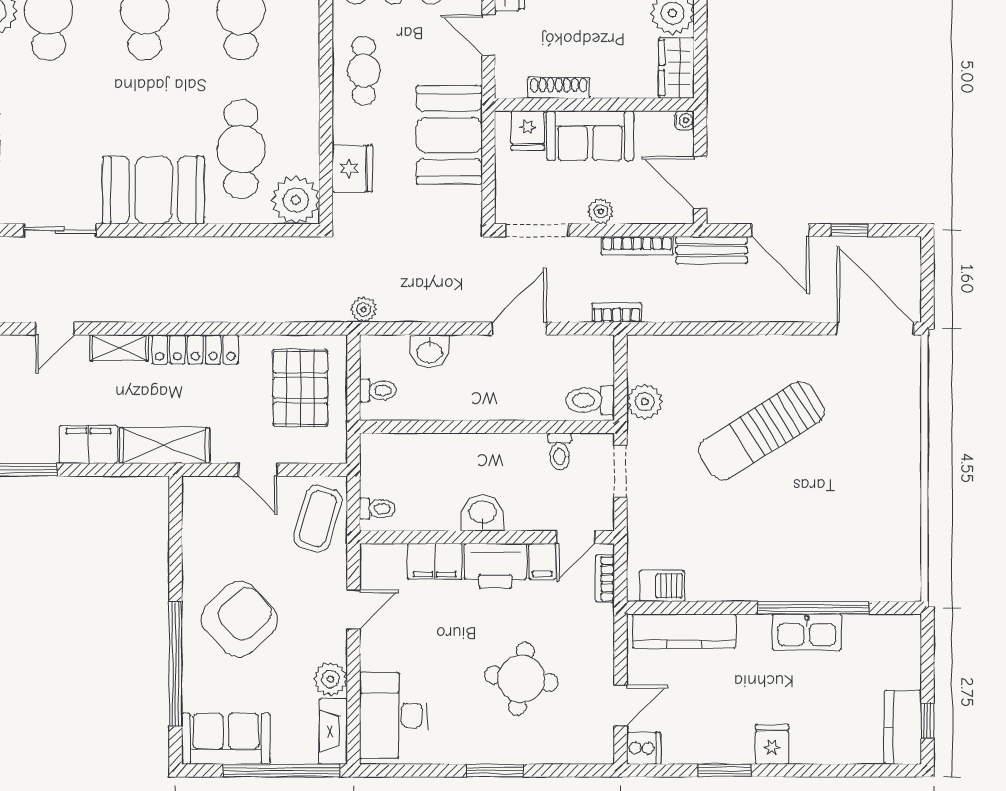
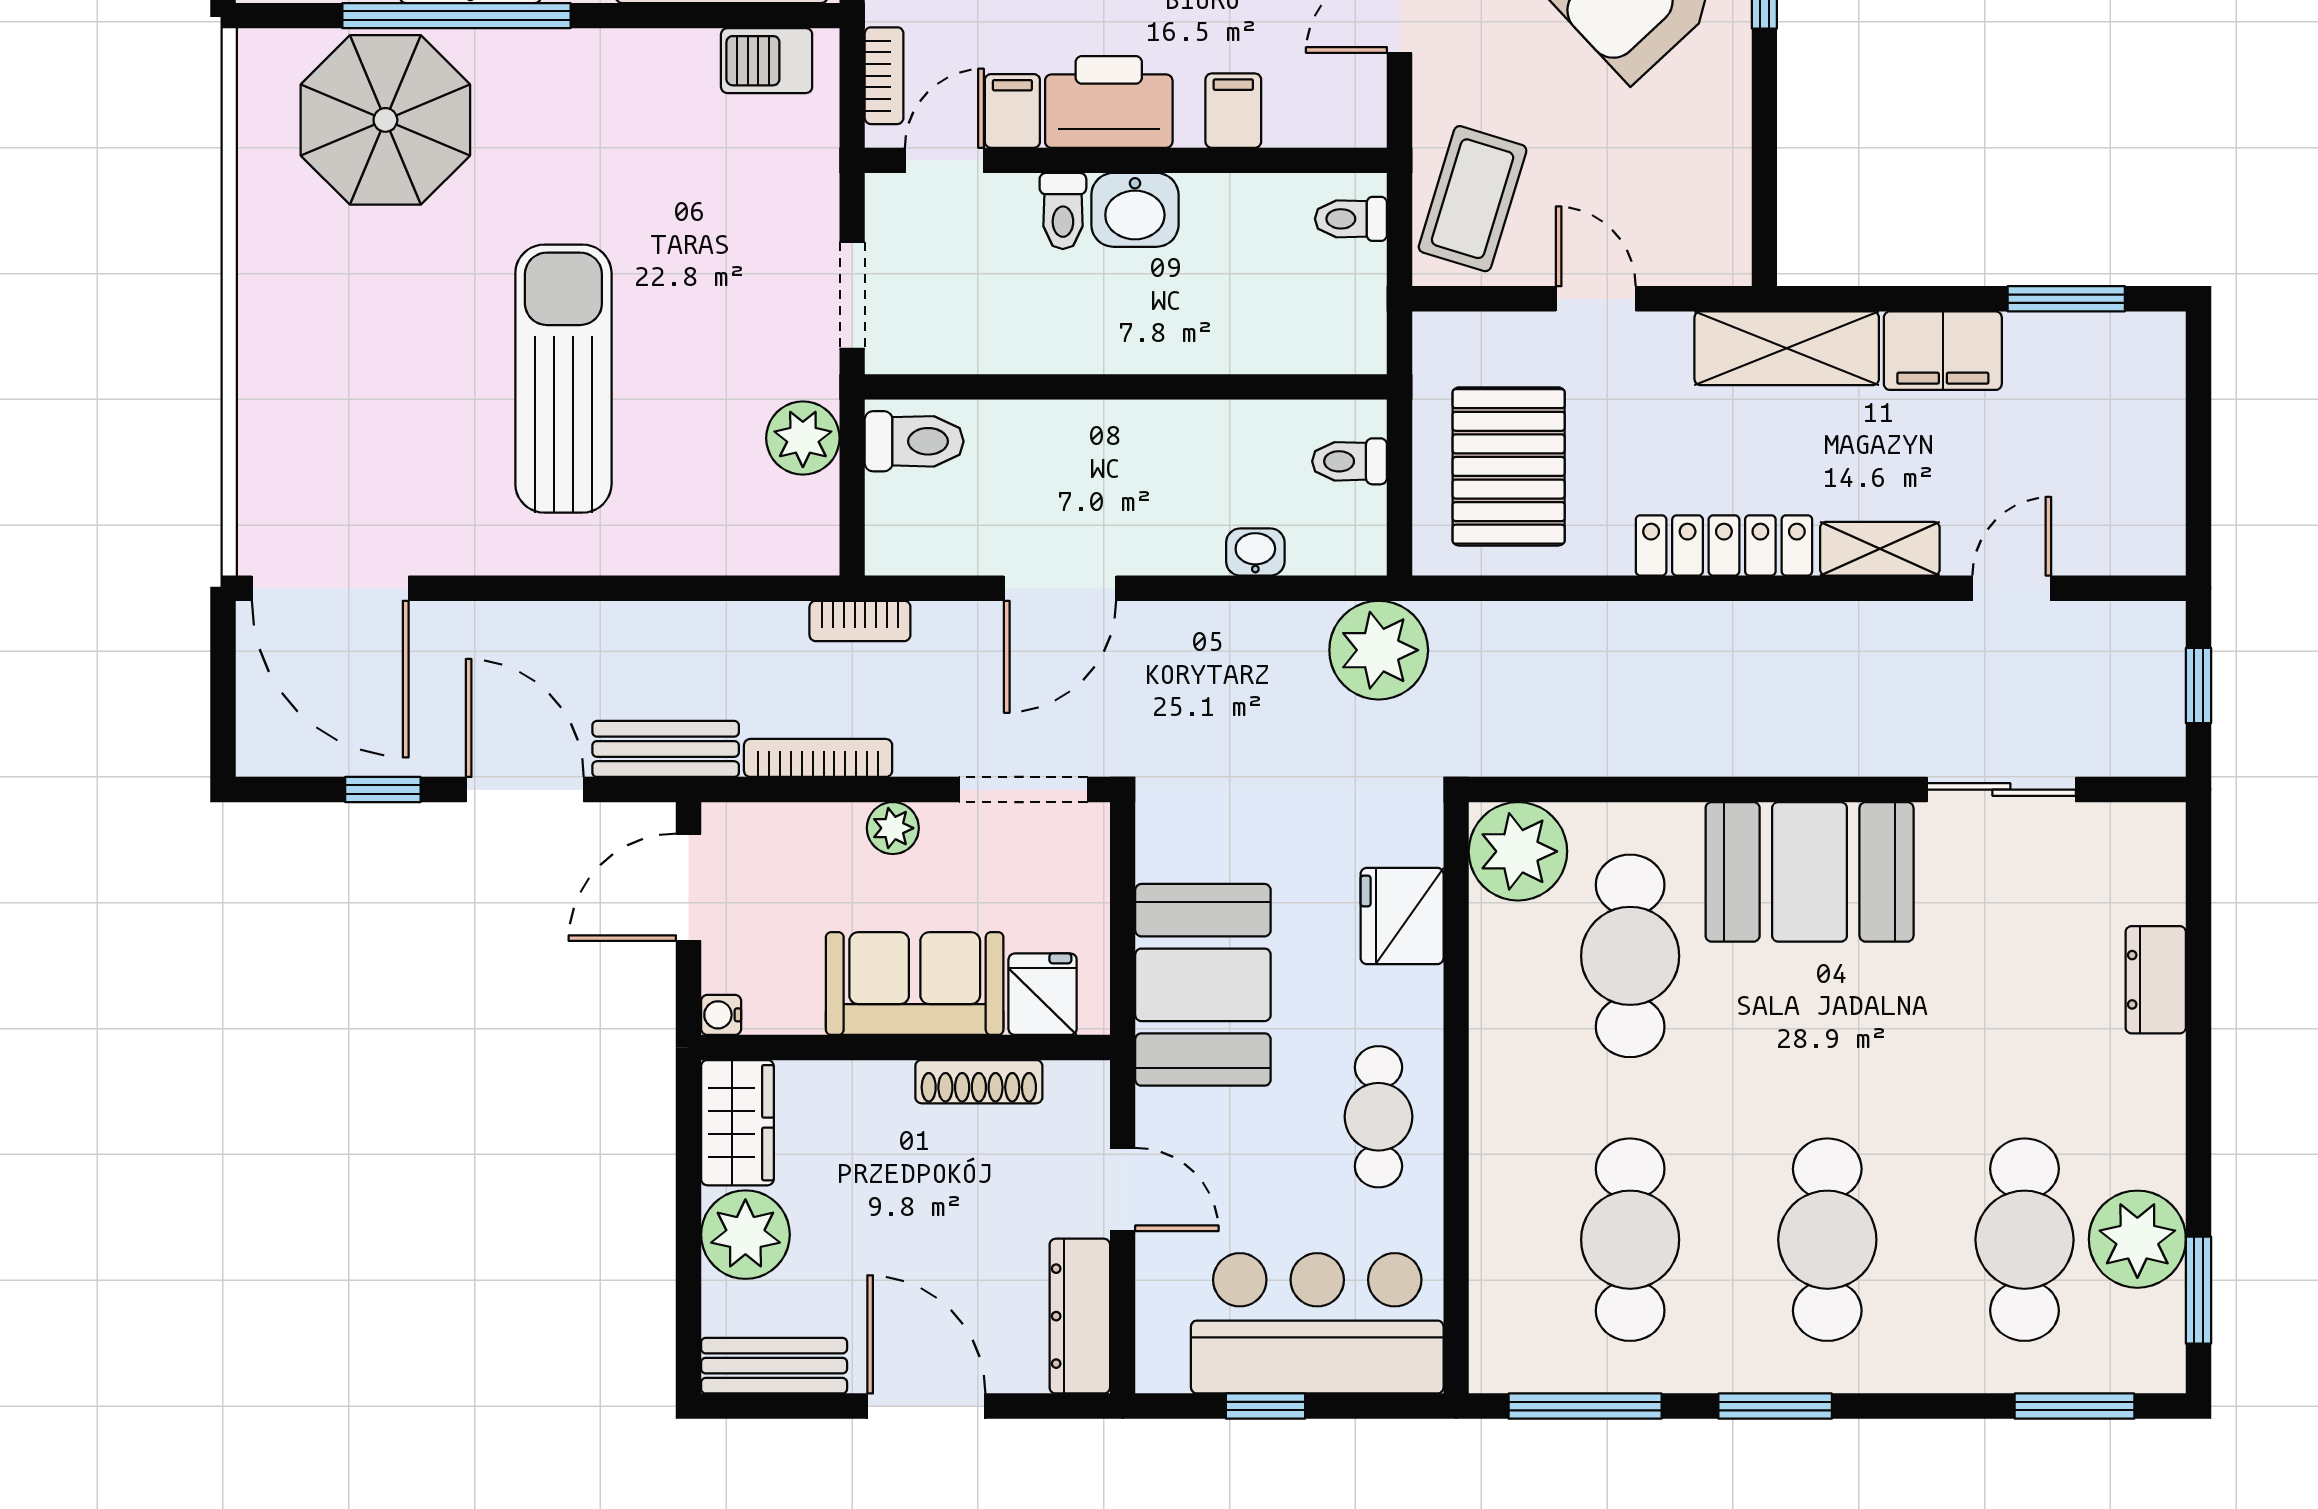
door: (700, 183) -> (689, 887), swing flipped
plant: (364, 310) -> (1379, 650), width x1.88, depth x1.88
washbasin: (429, 351) -> (1255, 552), width x0.72, depth x0.69
sun lounger: (761, 431) -> (563, 379), turned -58
toilet: (560, 451) -> (1063, 211), moved, turned 180
parasol: (848, 557) -> (385, 120), added
filing cabinet: (435, 561) -> (1233, 111), width x0.50

